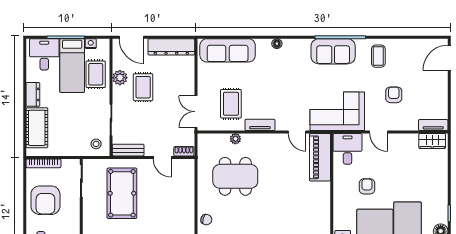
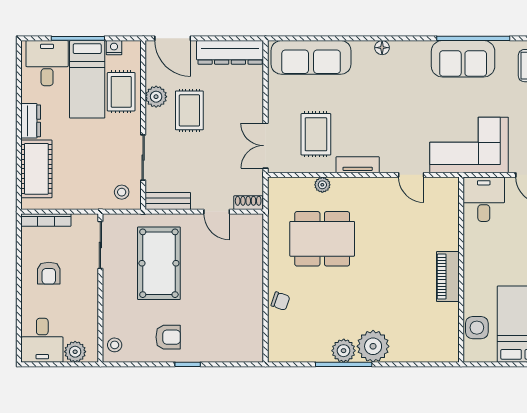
piano: (320, 157) -> (448, 277), moved, width x0.73, depth x0.75
armchair: (367, 186) -> (512, 253), removed
armchair: (45, 200) -> (49, 273), width x0.53, depth x0.53

